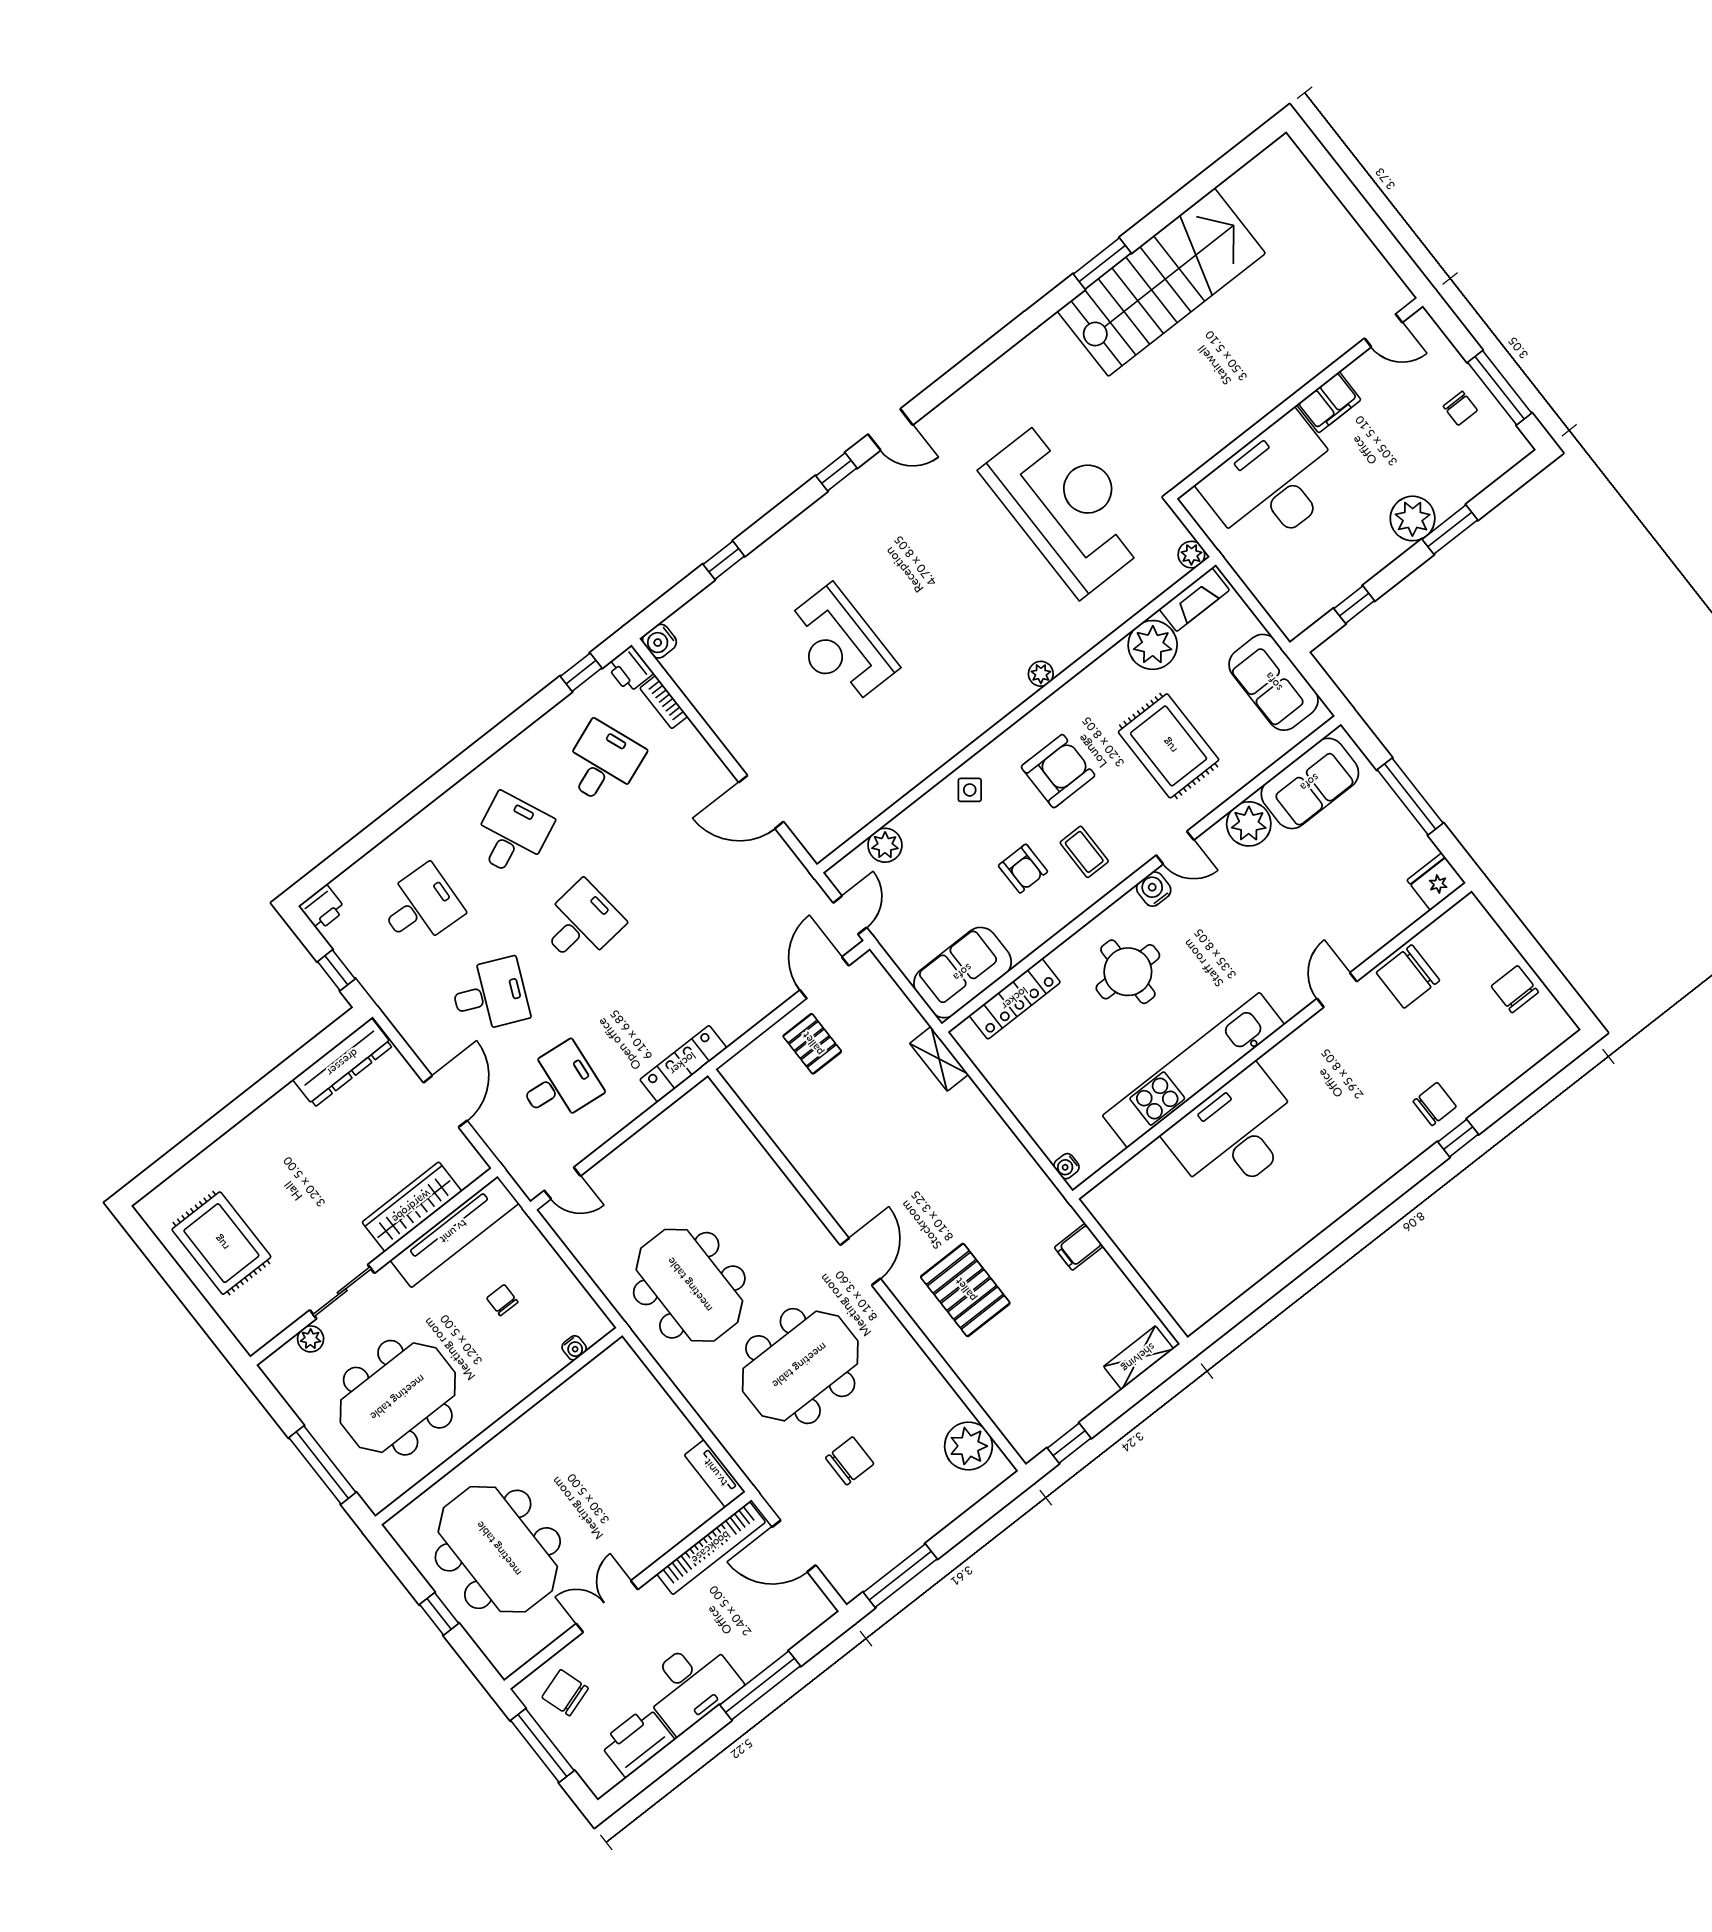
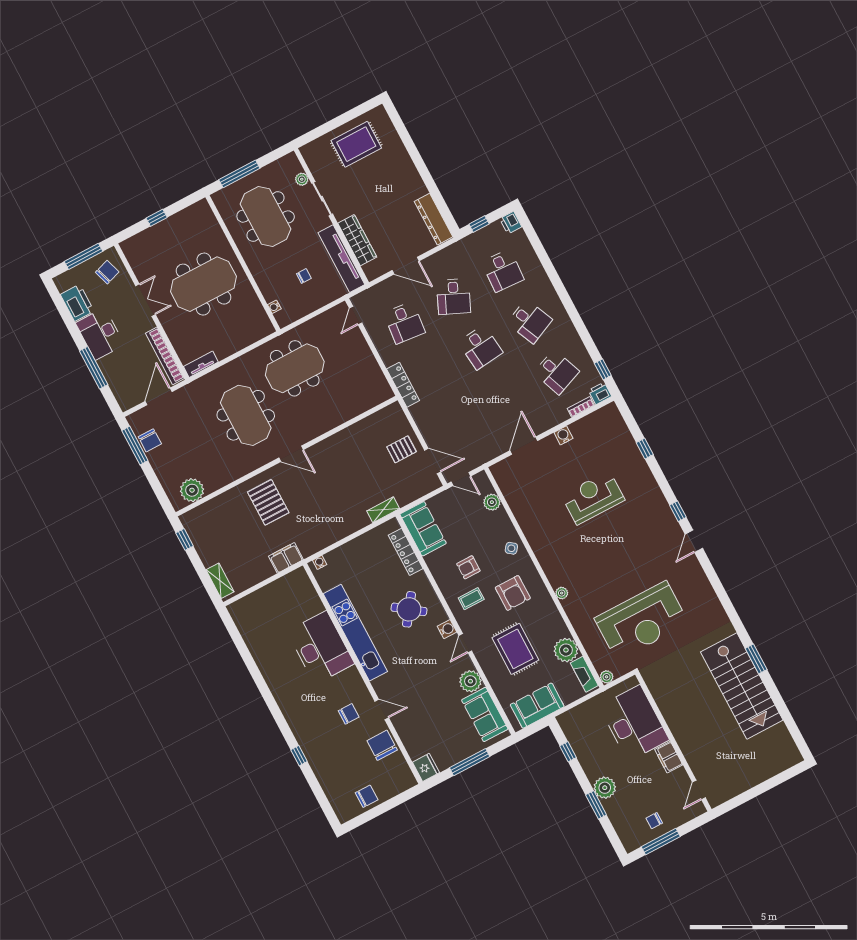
water cooler: (659, 641) -> (563, 435), moved
rug: (1169, 746) -> (515, 649), turned 90
round table: (1128, 972) -> (409, 609), turned 36
chair: (1435, 1104) -> (349, 714), moved, turned -90
filing cabinet: (1079, 1247) -> (286, 558), width x2.00
pallet: (965, 1290) -> (268, 502), turned 90
chair: (850, 1461) -> (150, 440), moved
meeting table: (498, 1549) -> (203, 284), moved

